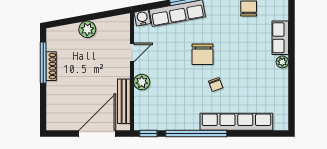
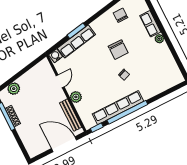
plant: (87, 29) -> (14, 89), moved
chair: (203, 54) -> (118, 50), moved
row of seats: (236, 122) -> (118, 108), moved
door: (97, 134) -> (64, 144), hinge flipped

